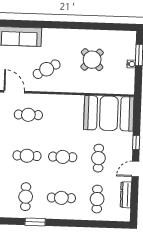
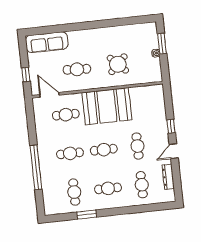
round table: (92, 60) -> (118, 64), moved
cafe table: (47, 69) -> (77, 69), turned 33
booth: (109, 113) -> (107, 106), moved

